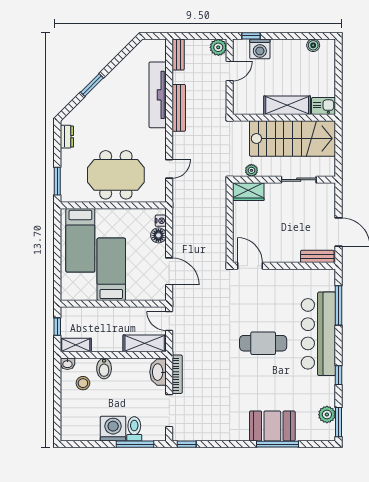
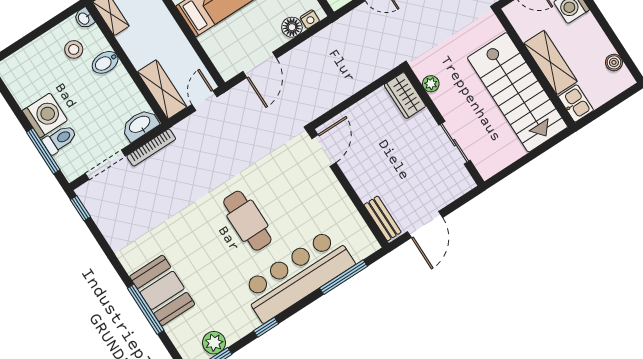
shelving: (287, 105) -> (551, 62), moved
kitchen sink: (324, 106) -> (576, 103), moved
wall: (284, 118) -> (535, 68), moved
stairs: (293, 138) -> (517, 92), moved

